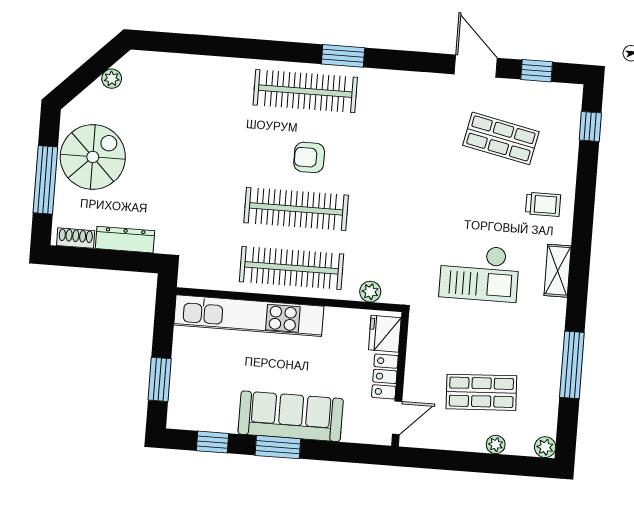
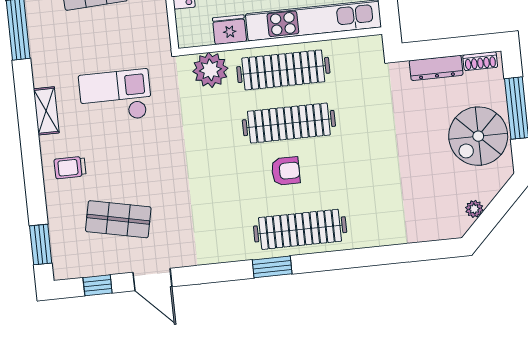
window: (590, 126) -> (41, 244), width x1.50
plant: (370, 292) -> (210, 70), width x1.88, depth x1.88
fridge: (385, 334) -> (229, 30), moved, turned -90

